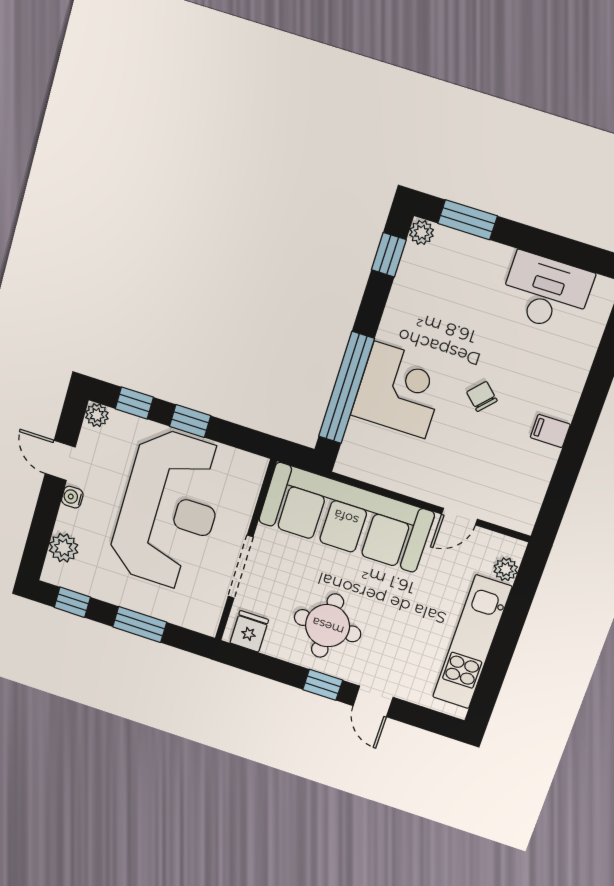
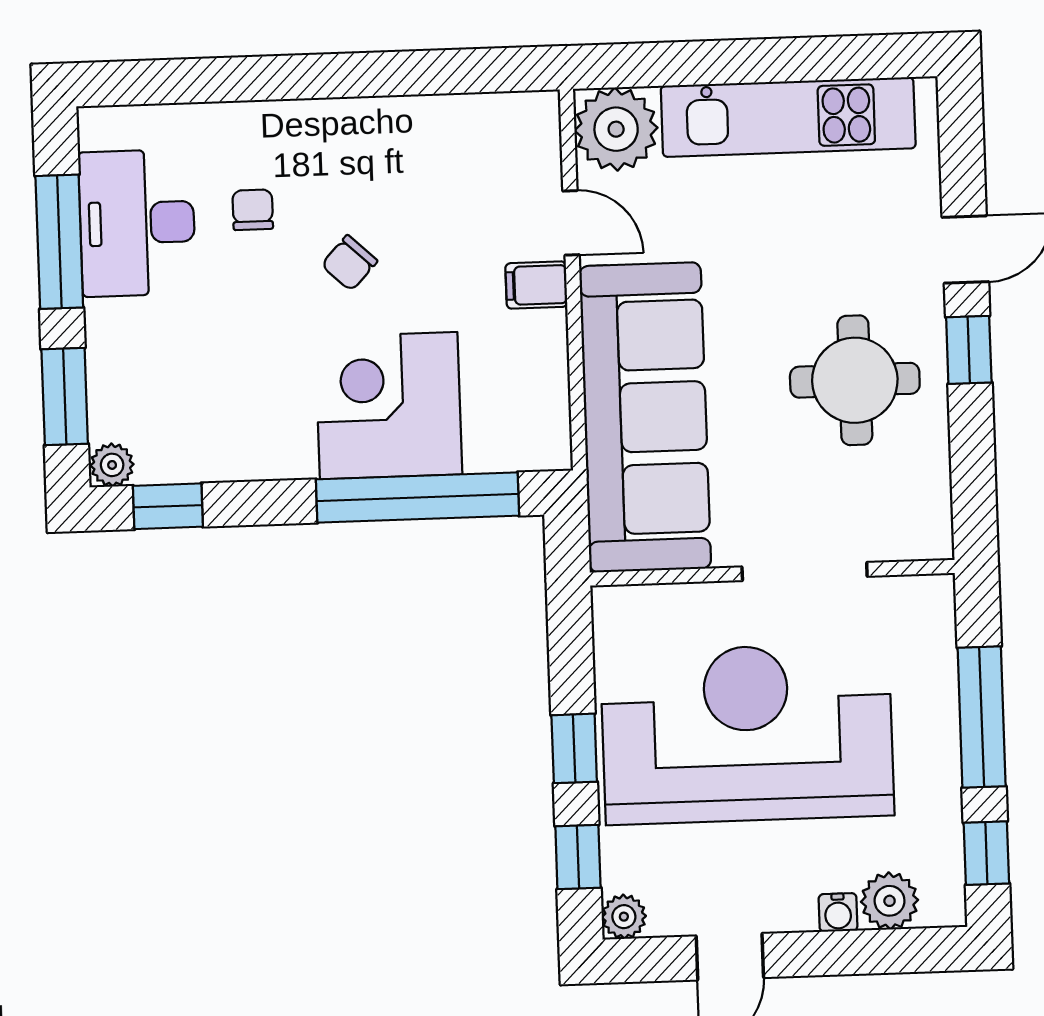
window: (552, 246) -> (59, 242), added
chair: (529, 356) -> (253, 210), added
filing cabinet: (550, 431) -> (536, 285), moved, turned 90
water cooler: (72, 497) -> (838, 912), moved
plant: (506, 569) -> (616, 129), width x1.88, depth x1.88
window: (140, 624) -> (982, 717), width x1.44
fridge: (249, 631) -> (919, 515), removed

